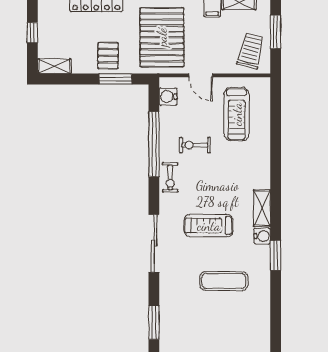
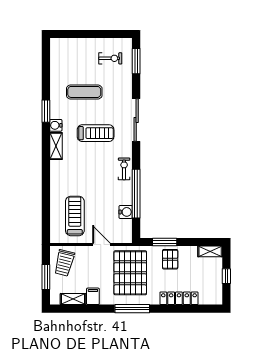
water cooler: (168, 97) -> (126, 212), moved
exercise bike: (195, 145) -> (110, 58), moved

